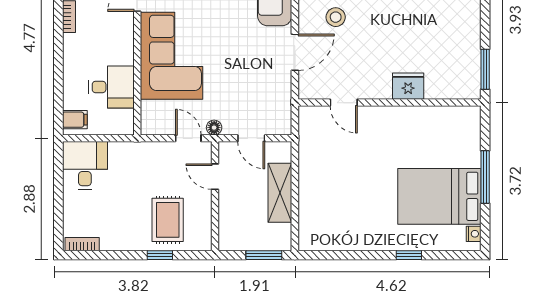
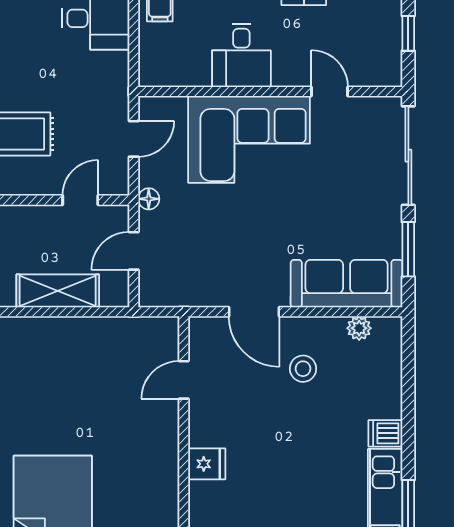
fridge: (408, 86) -> (207, 464), width x0.72
desk: (111, 87) -> (241, 55), moved
door: (188, 138) -> (134, 139), moved

